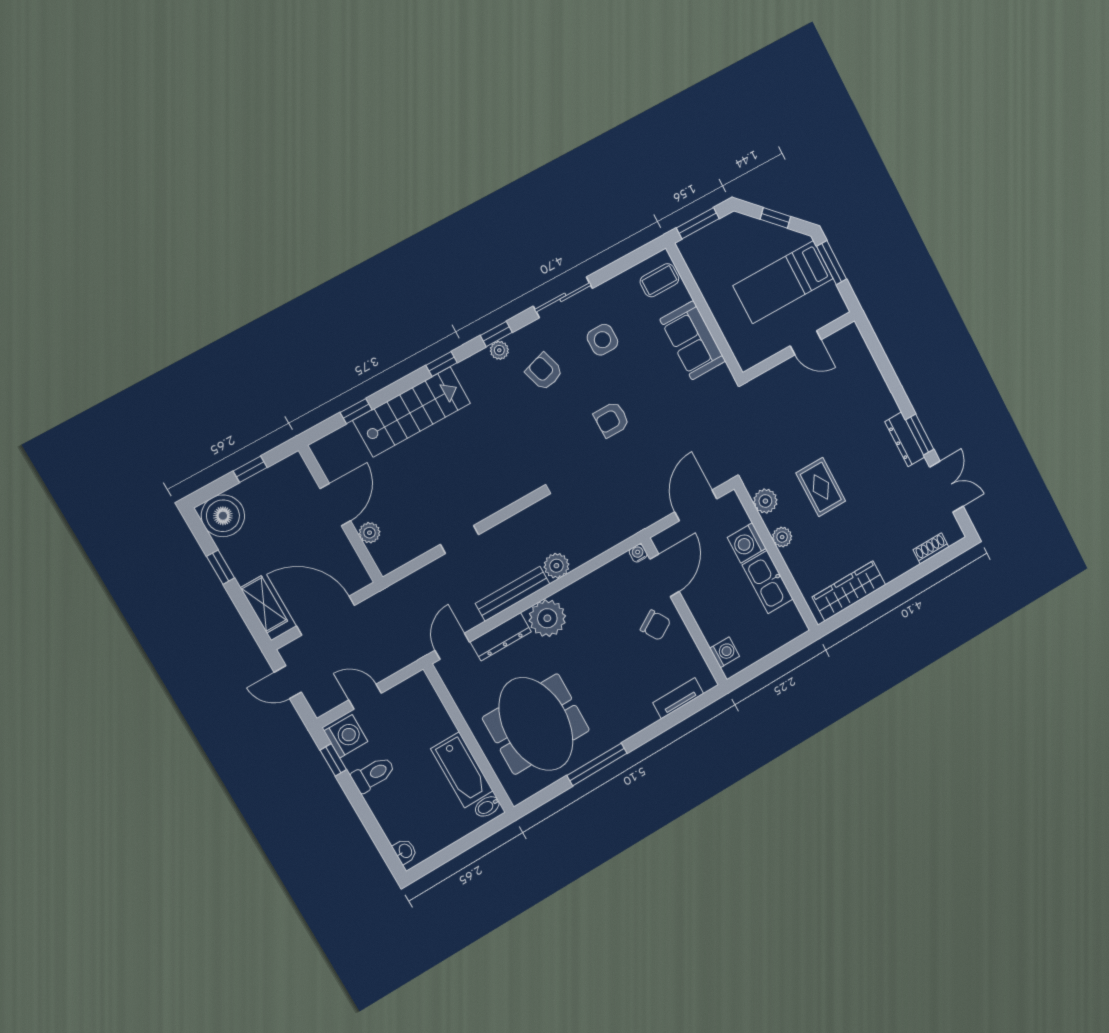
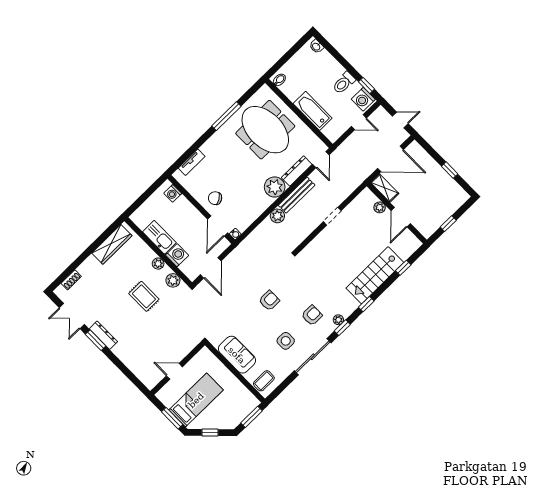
sliding door: (563, 297) -> (313, 357), width x1.37
armchair: (544, 372) -> (312, 315), turned -73
boiler: (223, 516) -> (455, 196), removed
shelving: (264, 604) -> (385, 188), moved
bathtub: (462, 770) -> (313, 111), moved

